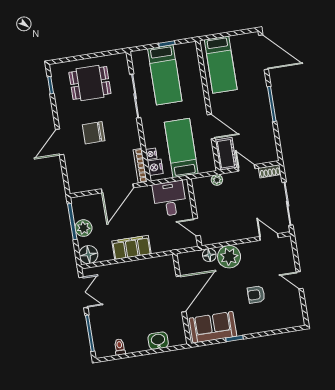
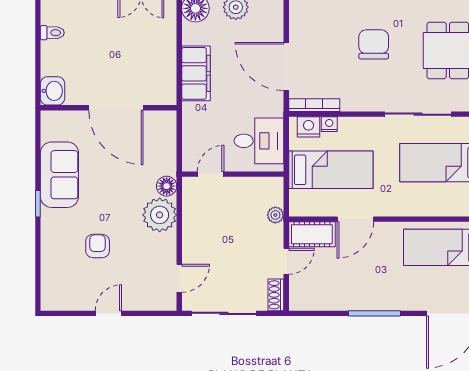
door: (181, 294) -> (116, 108), moved
wall: (182, 299) -> (109, 108), moved

